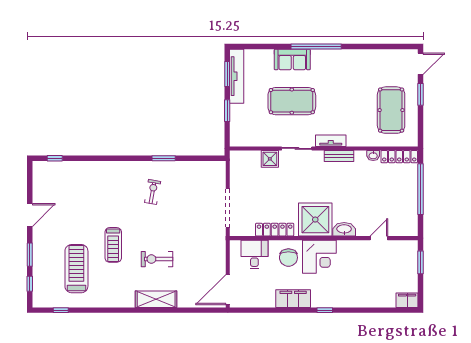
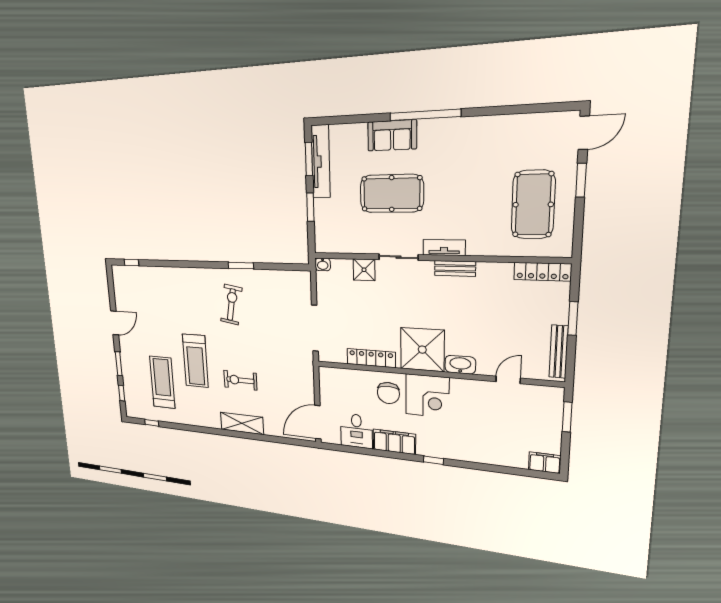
washbasin: (373, 155) -> (323, 264), moved
window: (421, 189) -> (573, 319), width x0.47
exercise bike: (153, 192) -> (231, 305), width x1.38, depth x1.39
bench: (413, 214) -> (559, 352), added
treadmill: (113, 245) -> (195, 361), width x1.37, depth x1.38
desk: (254, 254) -> (356, 431), moved, turned 180

